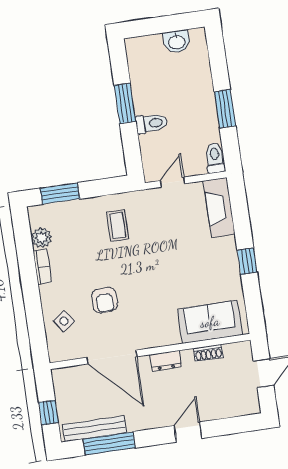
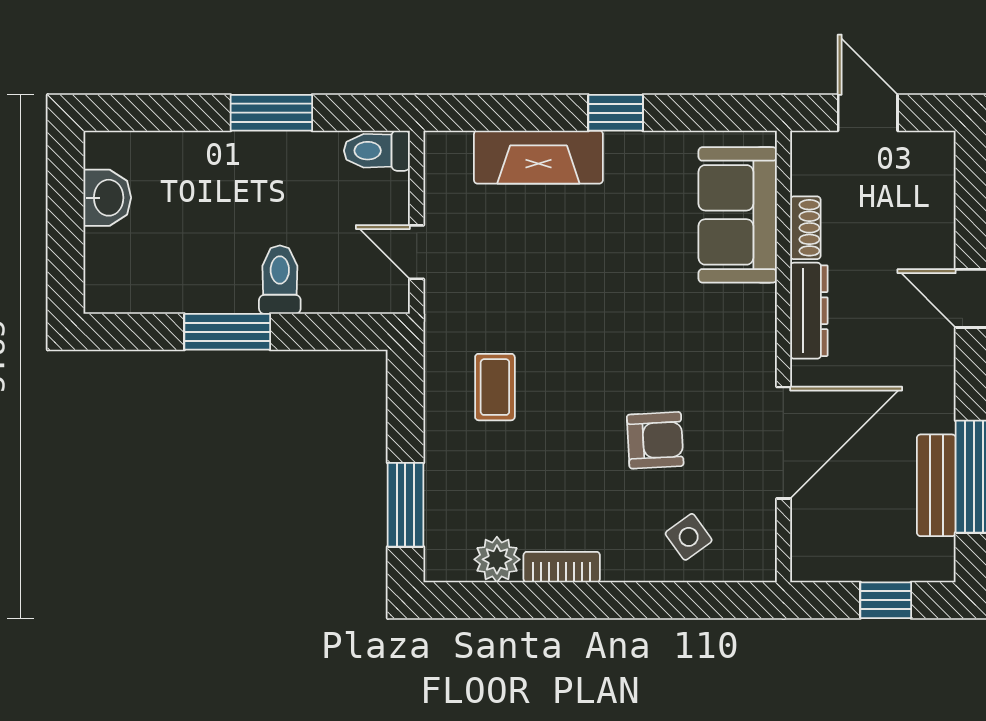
fireplace: (219, 208) -> (538, 157), moved
coffee table: (118, 226) -> (495, 387), turned 90
dresser: (165, 361) -> (809, 311), width x1.44
bench: (95, 429) -> (936, 485), width x0.73

